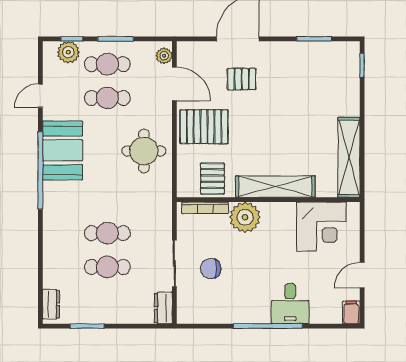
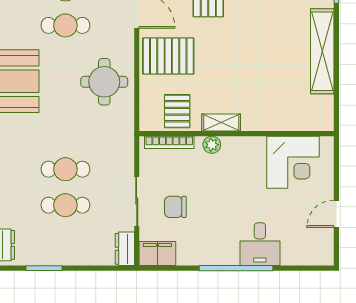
shelving: (349, 157) -> (322, 51), moved
shelving: (275, 187) -> (221, 123), width x0.45, depth x0.75
plant: (245, 217) -> (212, 145), width x0.53, depth x0.53
filing cabinet: (351, 312) -> (157, 254), moved, width x2.00

